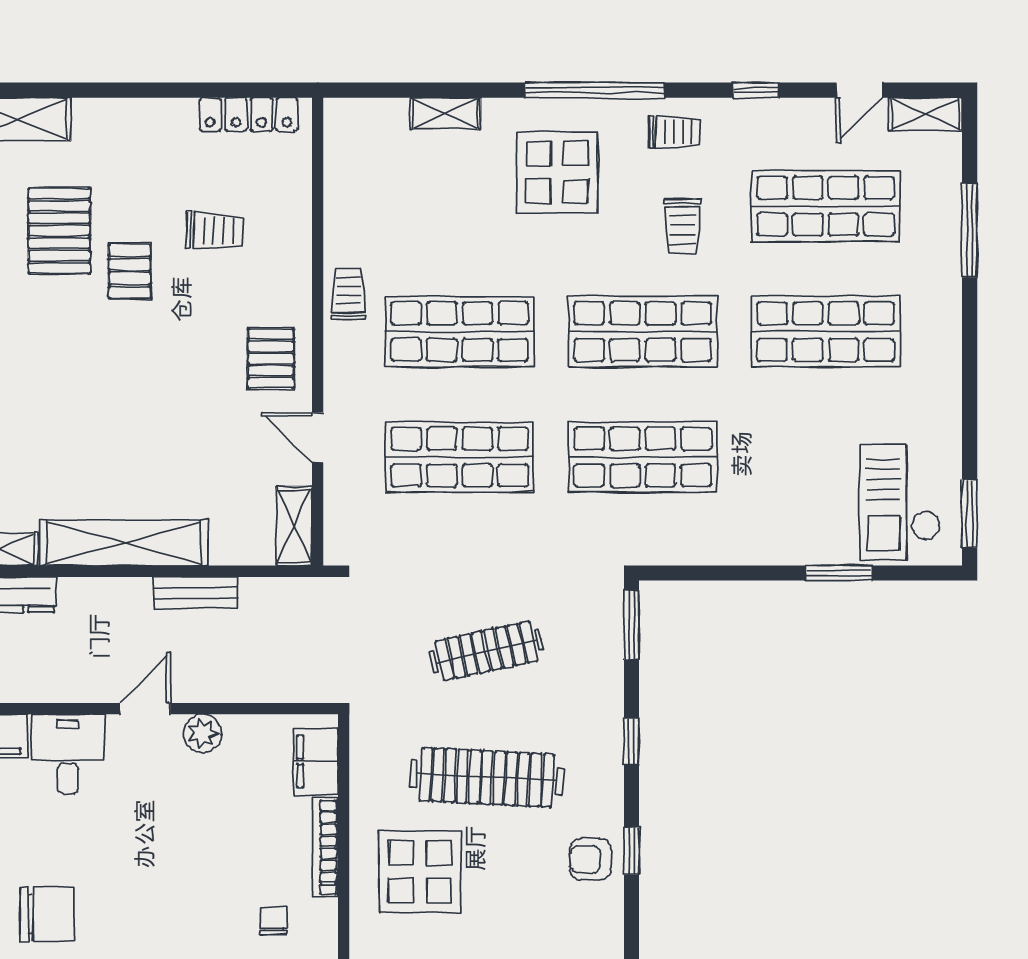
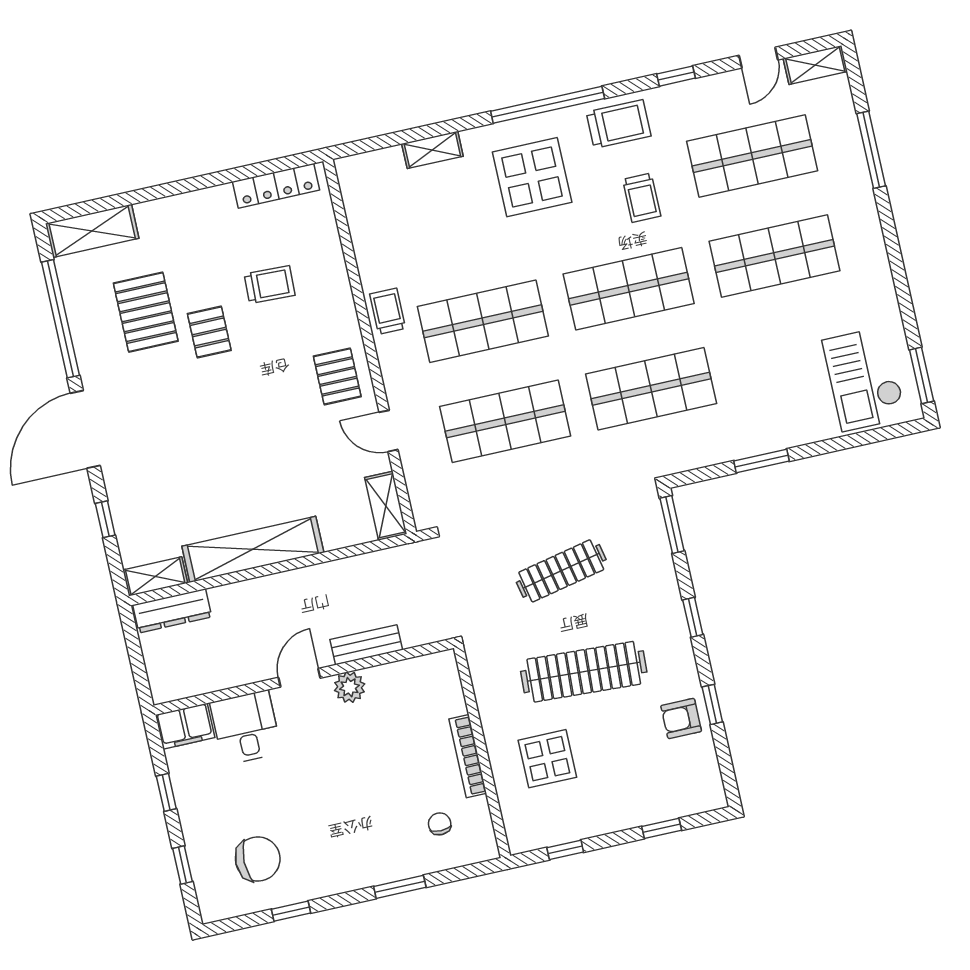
trolley: (675, 132) -> (619, 124), width x1.36, depth x1.39
window: (839, 573) -> (762, 461), moved
bench: (196, 593) -> (366, 645), moved
filing cabinet: (316, 761) -> (445, 689), removed
display table: (420, 872) -> (547, 759), width x0.73, depth x0.73

